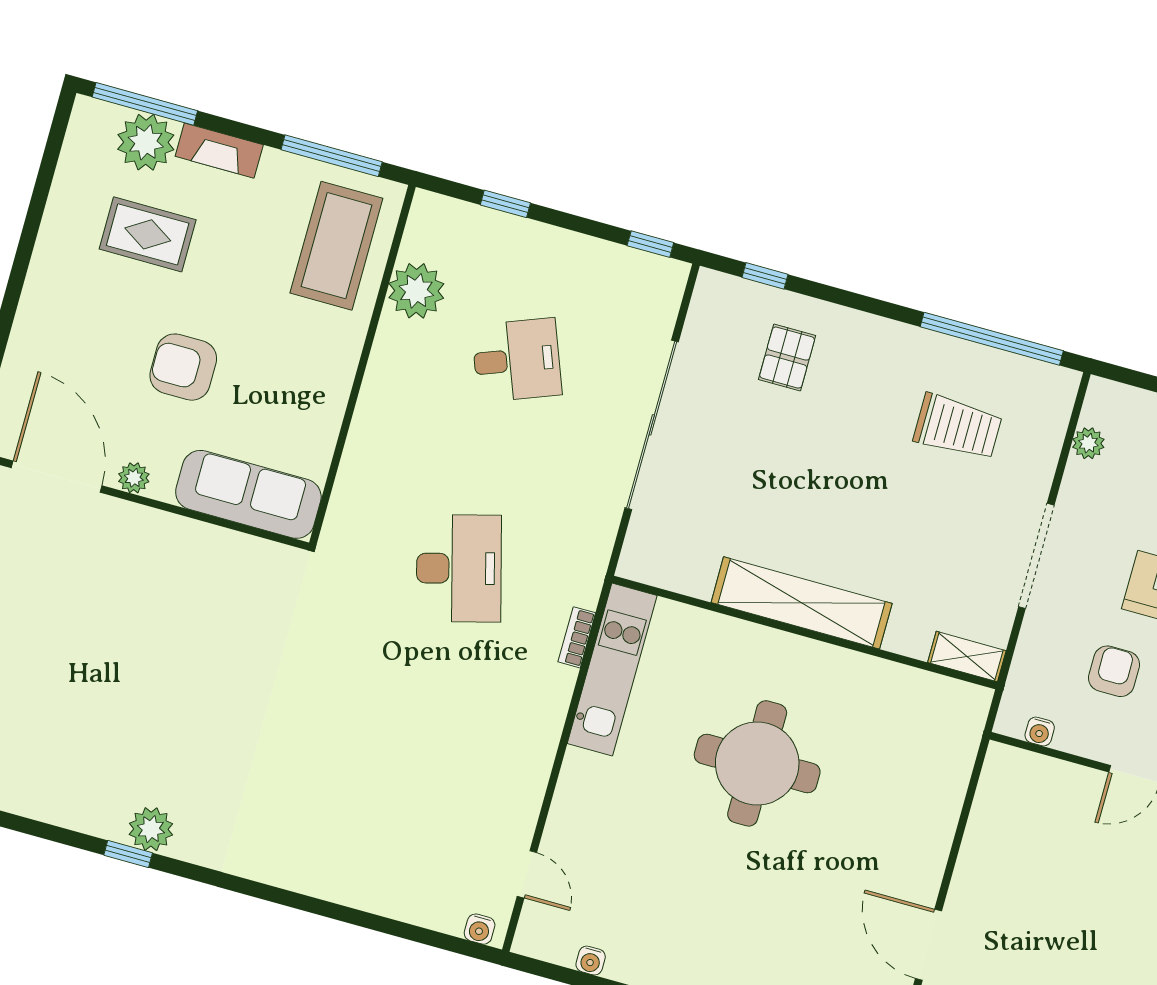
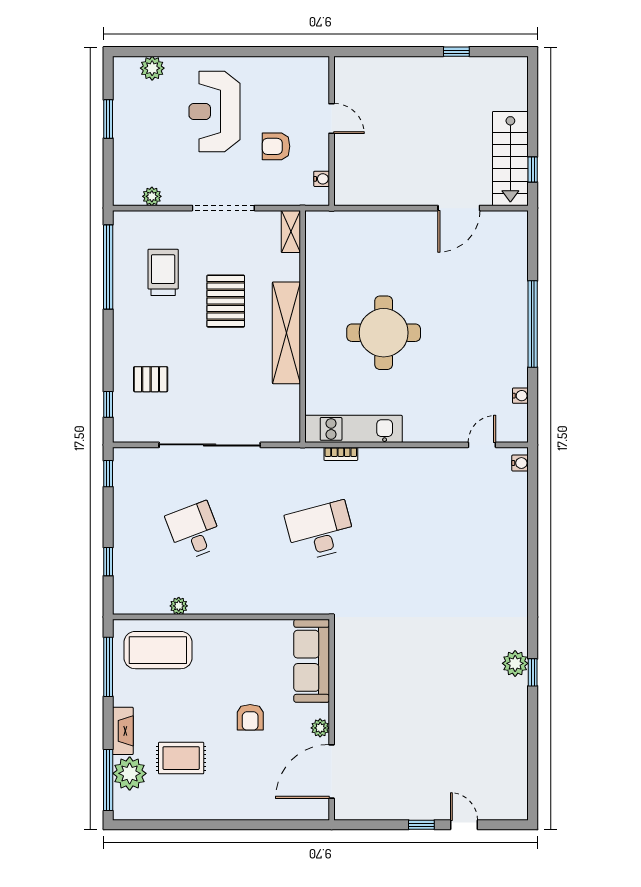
rug: (148, 234) -> (181, 758), turned 90
plant: (416, 291) -> (179, 606), width x0.53, depth x0.53
armchair: (183, 367) -> (250, 717), width x0.72, depth x0.72
pallet: (882, 517) -> (226, 301), added

